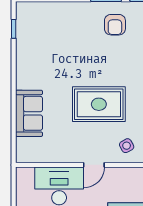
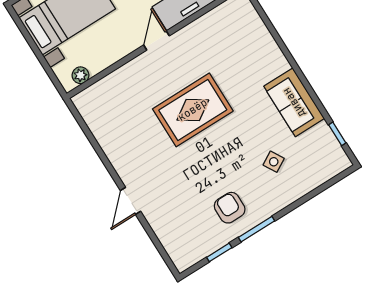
sofa: (29, 113) -> (294, 102), moved
side table: (127, 146) -> (274, 162), moved

